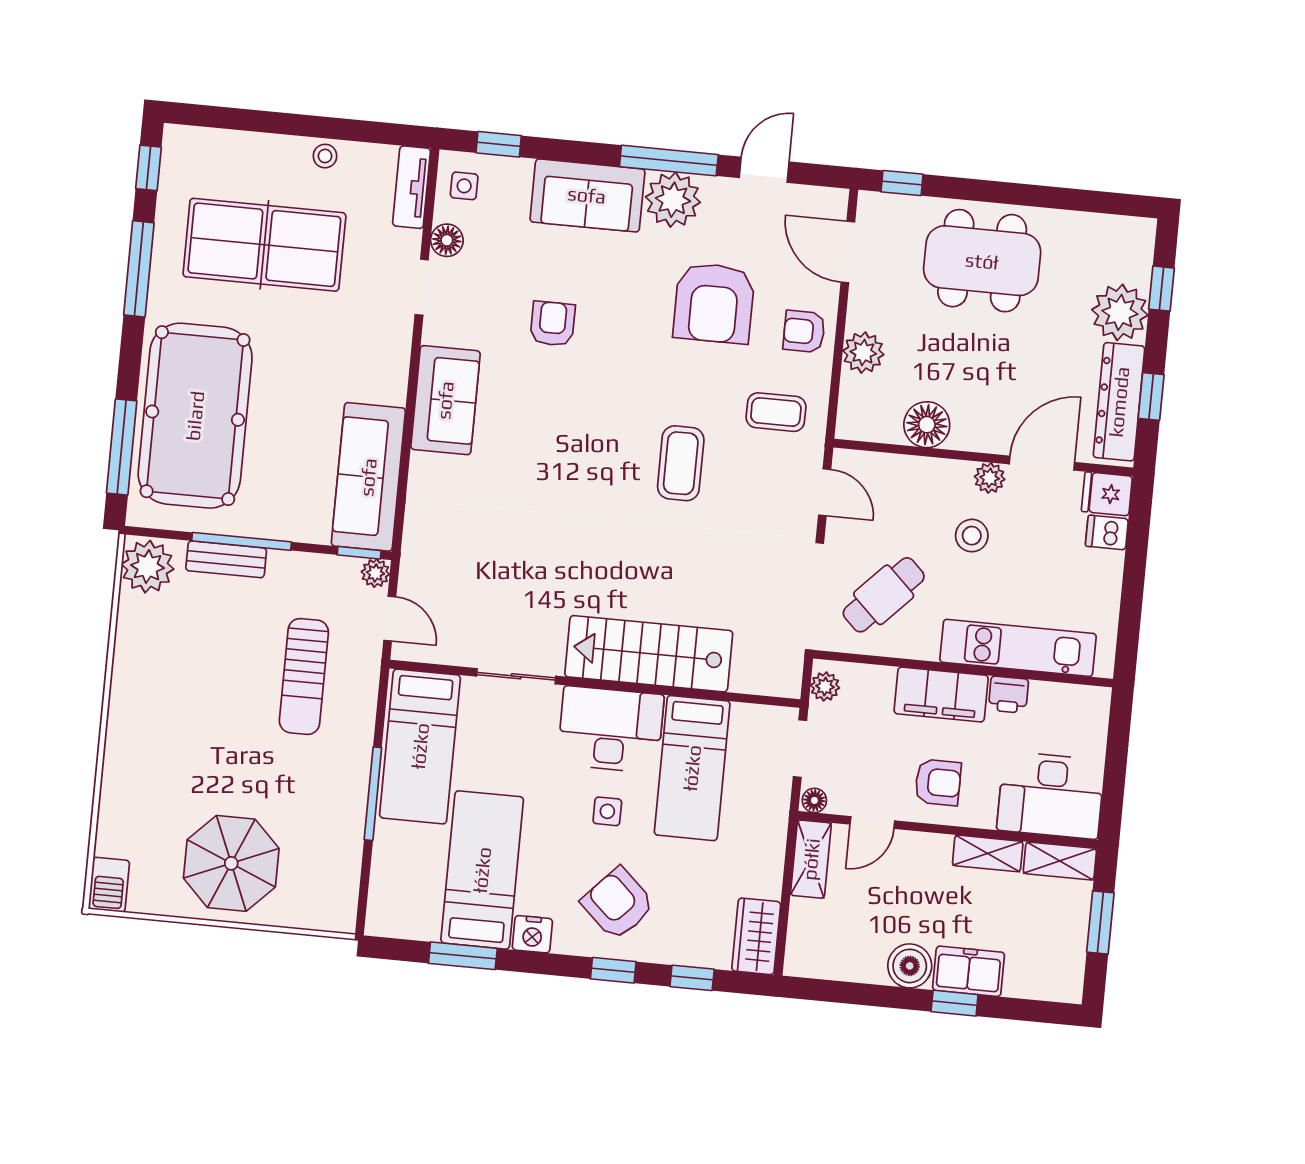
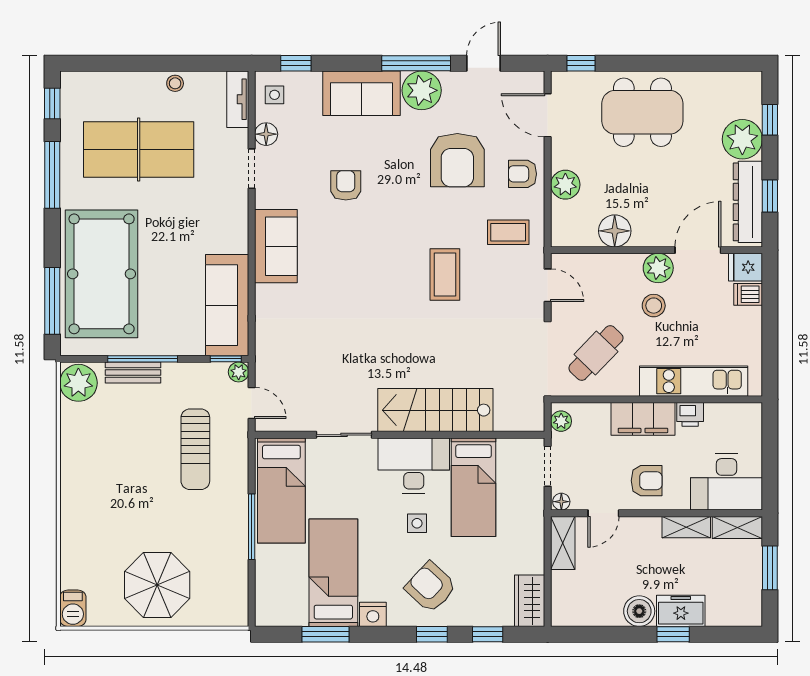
plant: (990, 478) -> (658, 268), width x1.38, depth x1.38

